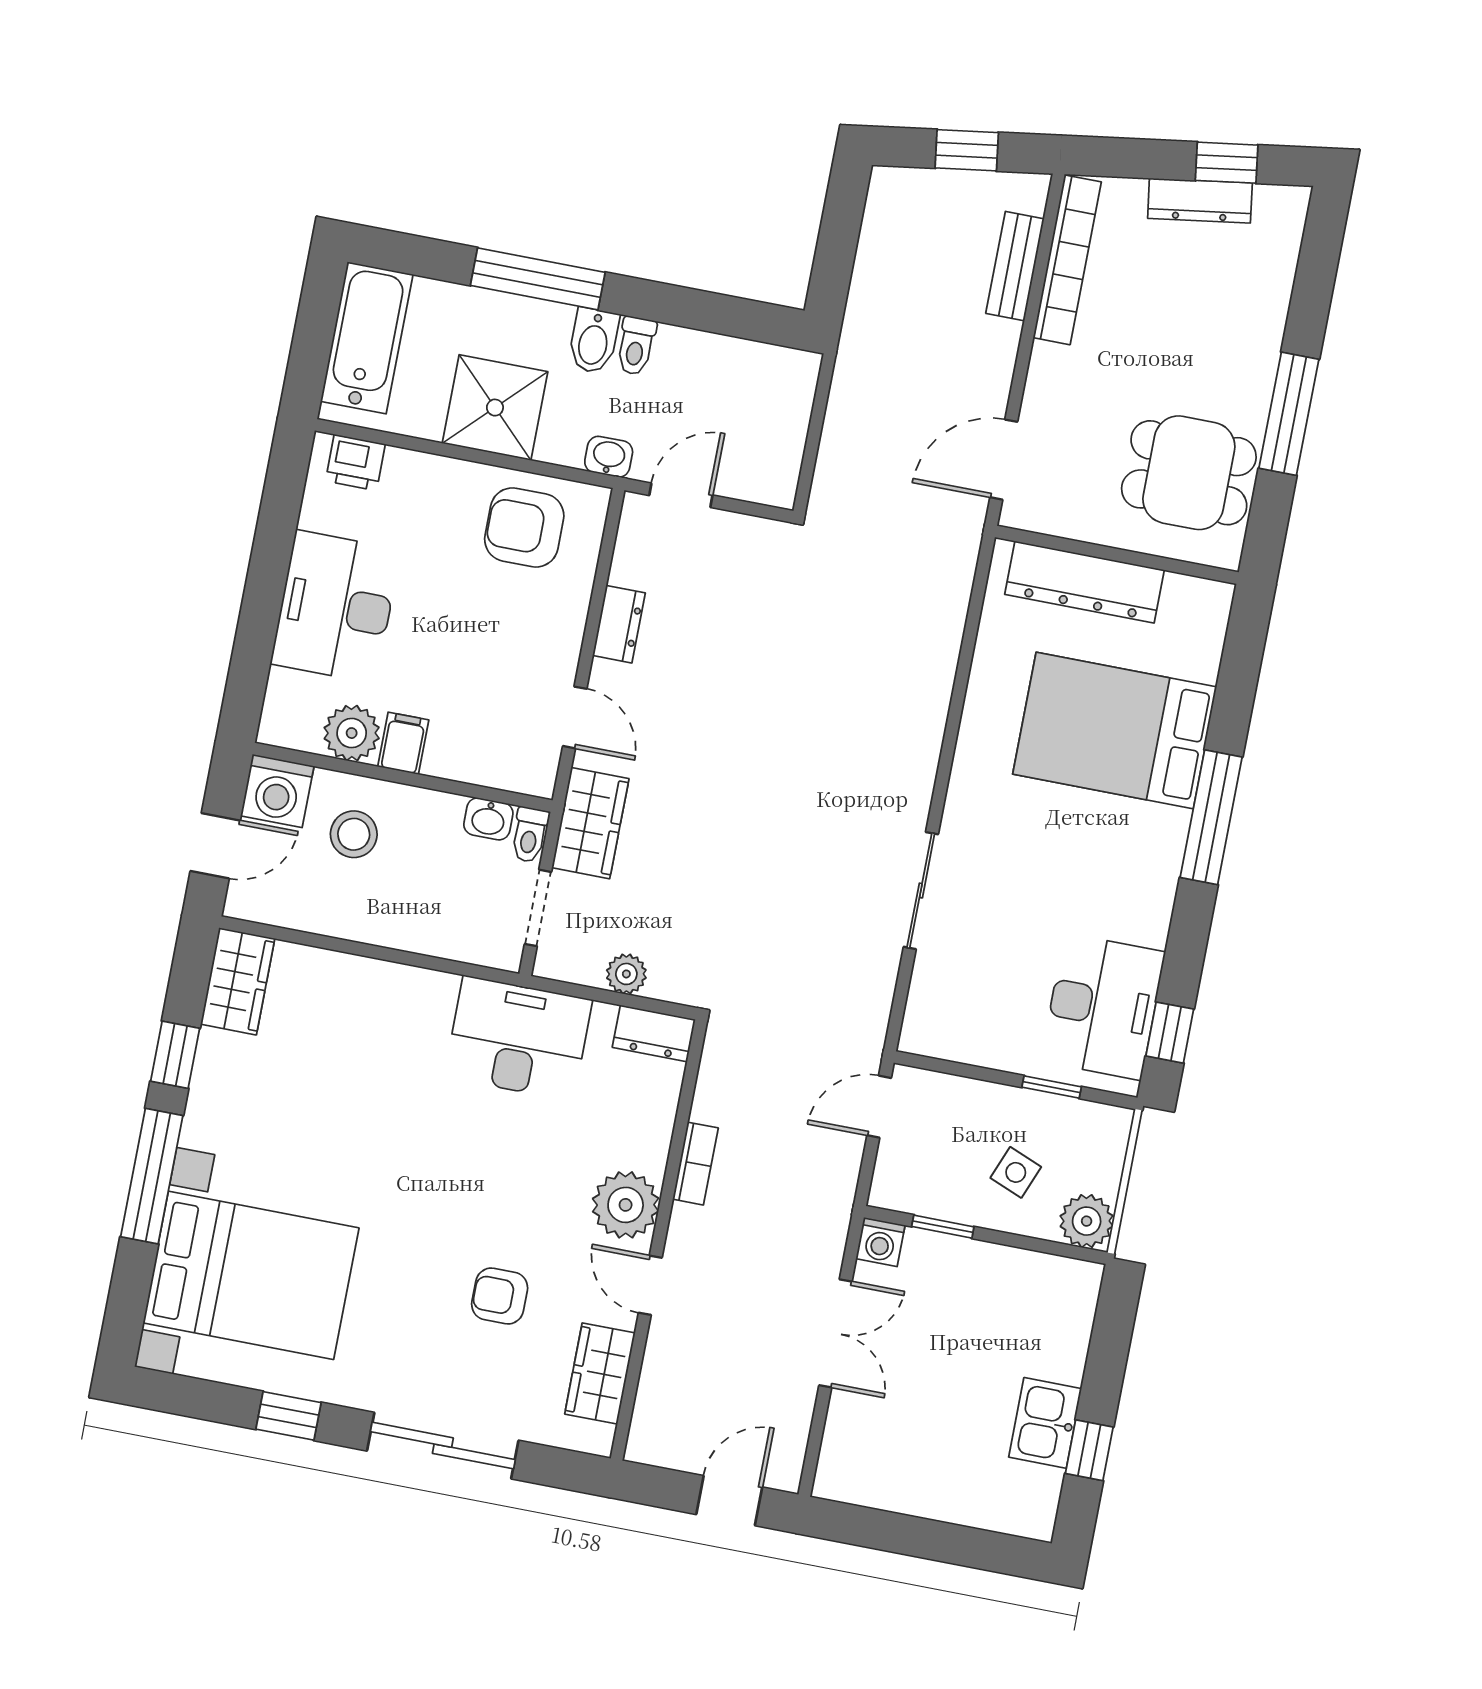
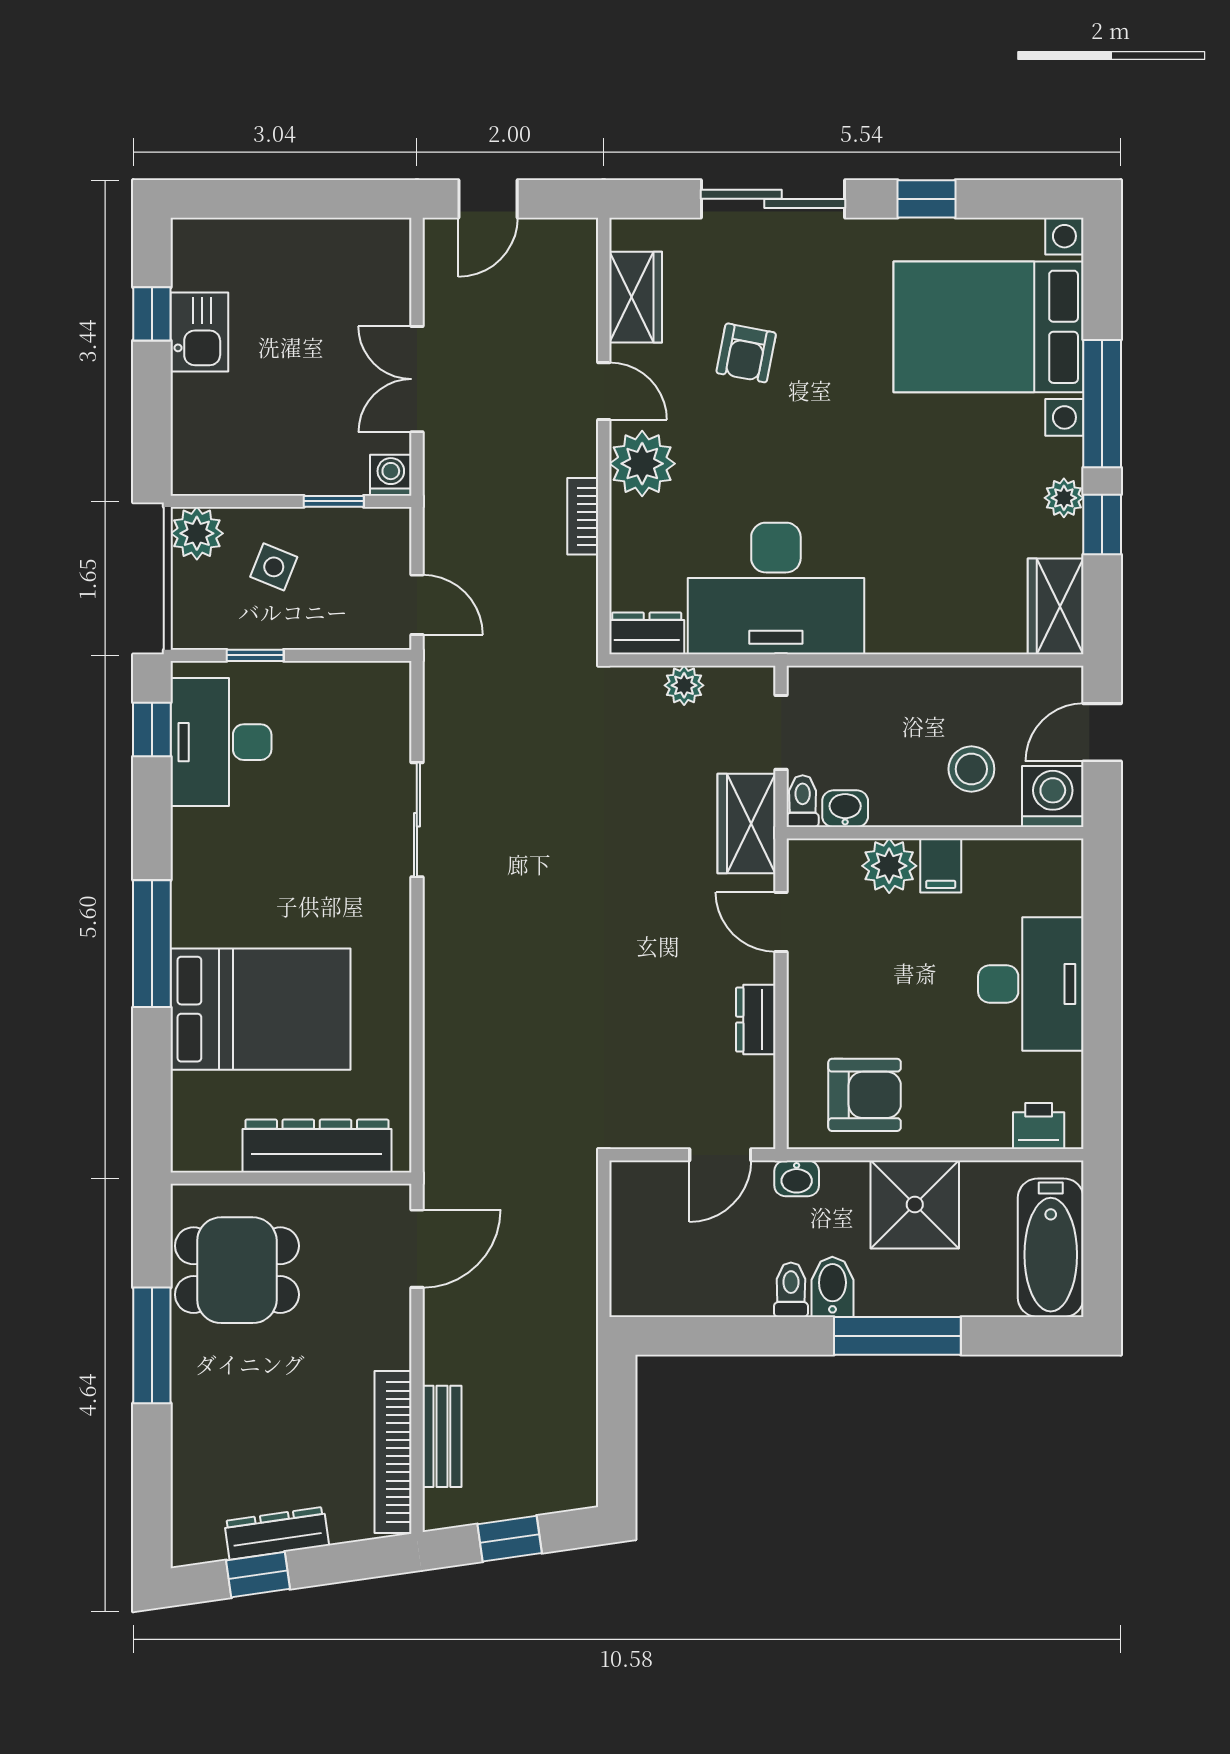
plant: (352, 733) -> (889, 866), moved
desk: (518, 1038) -> (776, 588), width x1.36, depth x1.30
plant: (208, 1089) -> (1064, 498), added
door: (879, 1107) -> (417, 605), hinge flipped
armchair: (500, 1296) -> (746, 353), turned 101

